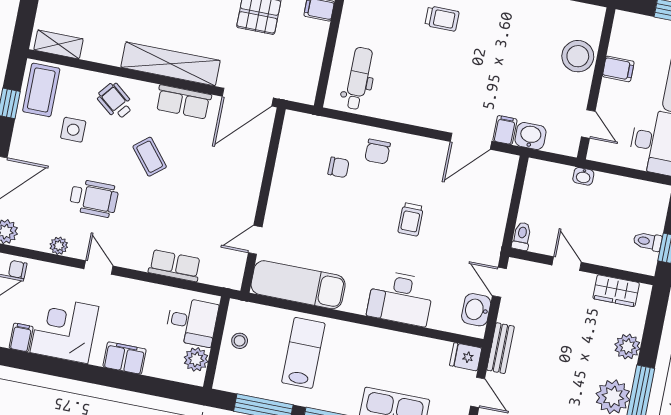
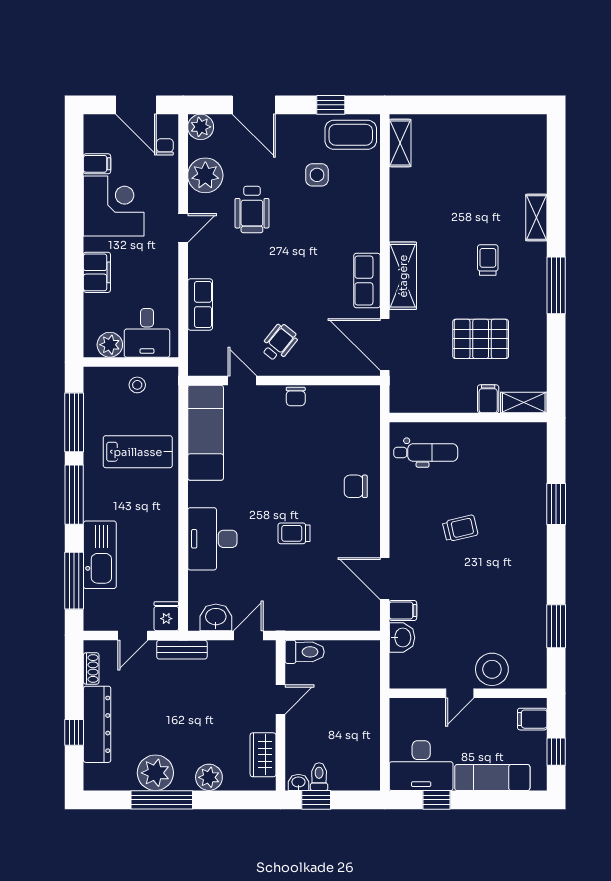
trolley: (442, 19) -> (460, 528), moved, turned -103
shelving: (171, 64) -> (403, 276), width x0.68
filing cabinet: (618, 69) -> (532, 719), moved, turned 90
wheelchair: (115, 101) -> (279, 343), moved
door: (588, 124) -> (460, 693), moved
coffee table: (150, 157) -> (305, 257), removed
chair: (338, 167) -> (296, 397), moved
washbasin: (583, 176) -> (298, 782), moved, turned 90
toilet: (522, 236) -> (305, 652), width x1.37, depth x1.39
plant: (59, 246) -> (205, 175), width x1.87, depth x1.87

